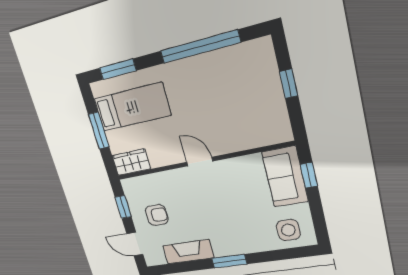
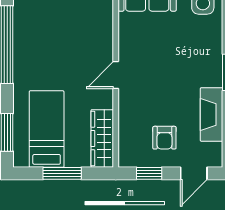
wardrobe: (131, 162) -> (102, 138), width x1.50
armchair: (157, 215) -> (164, 138), turned 180

